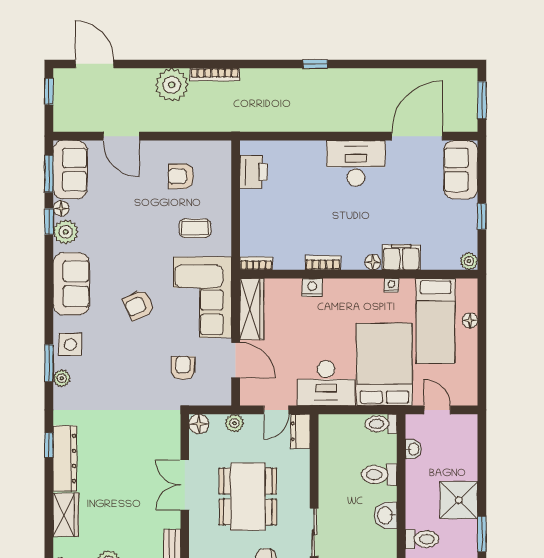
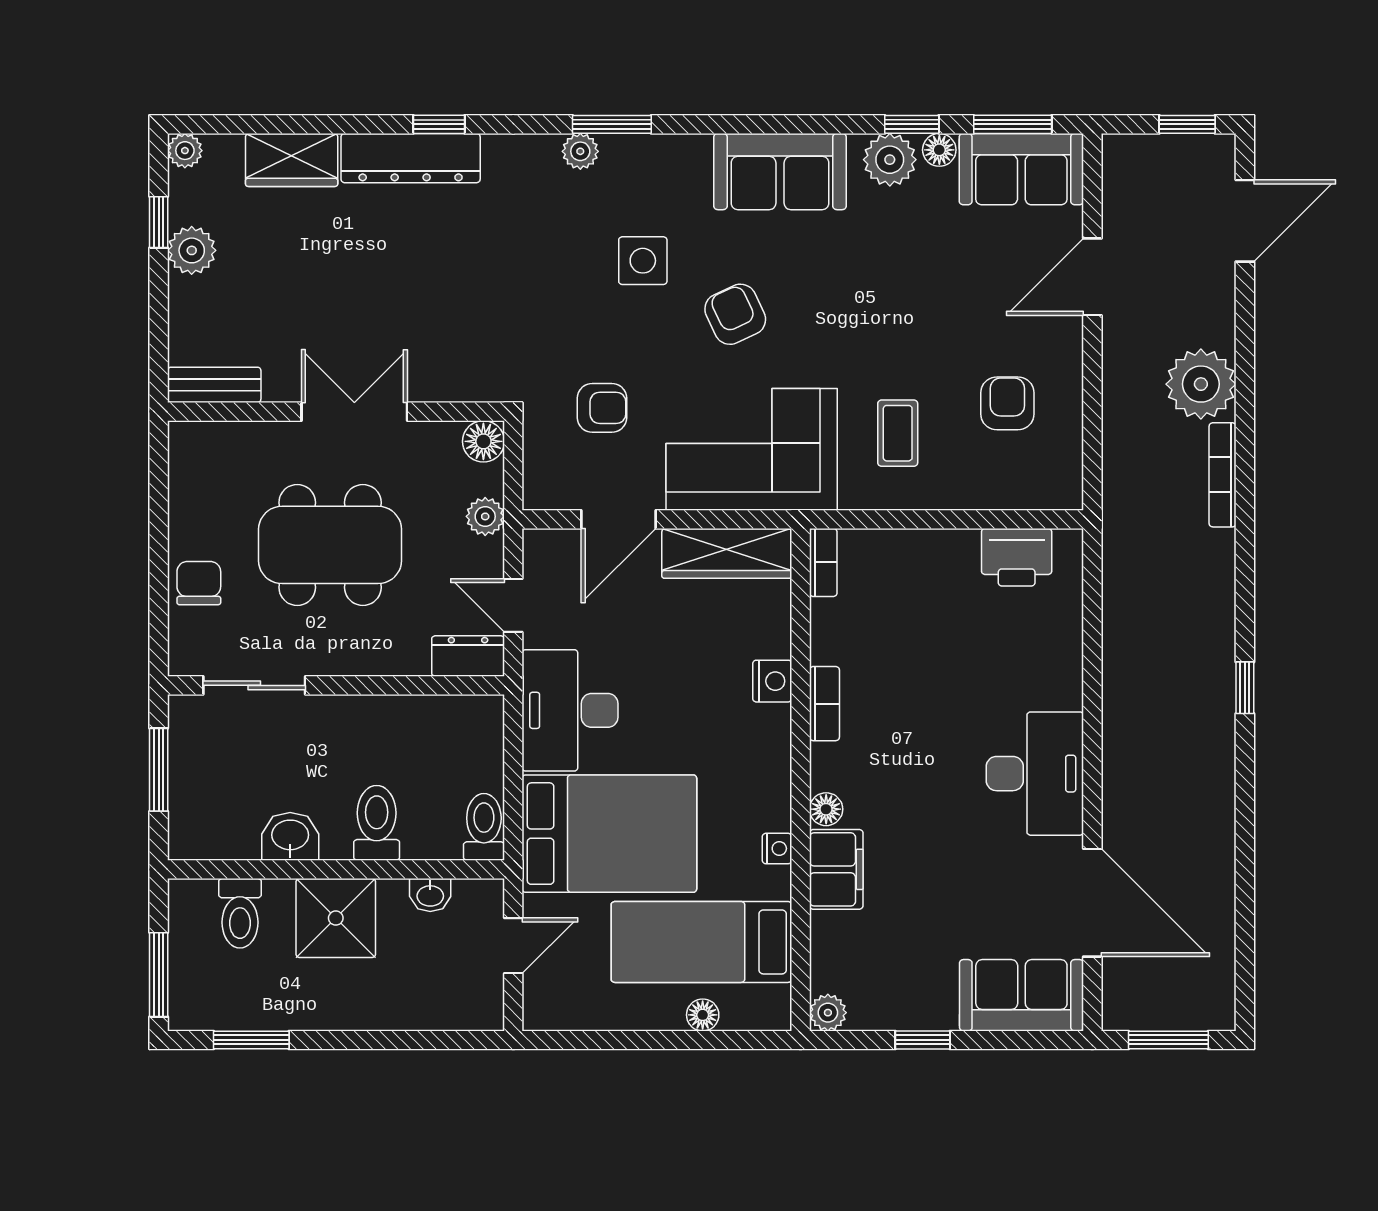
side table: (70, 344) -> (643, 261), moved
shower: (459, 500) -> (336, 918), moved

